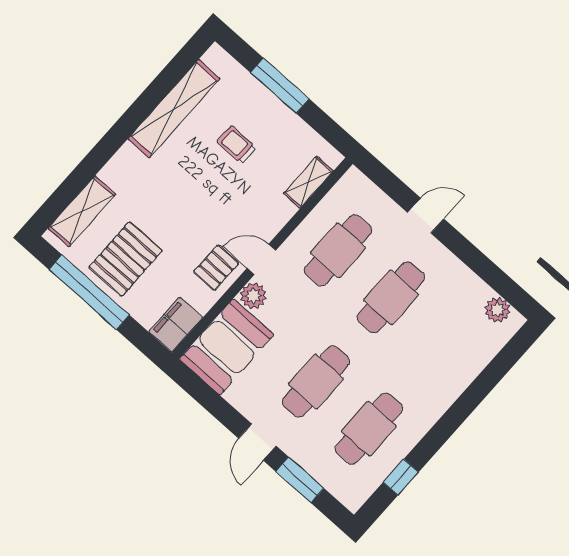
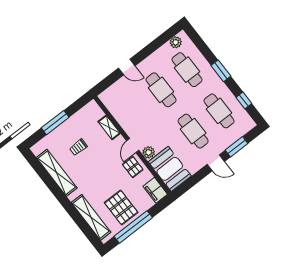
shelving: (308, 182) -> (109, 127), moved
shelving: (82, 211) -> (91, 217), width x1.47
door: (426, 216) -> (127, 67), swing flipped
cafe table: (338, 250) -> (187, 70), moved
window: (455, 417) -> (221, 71), added

